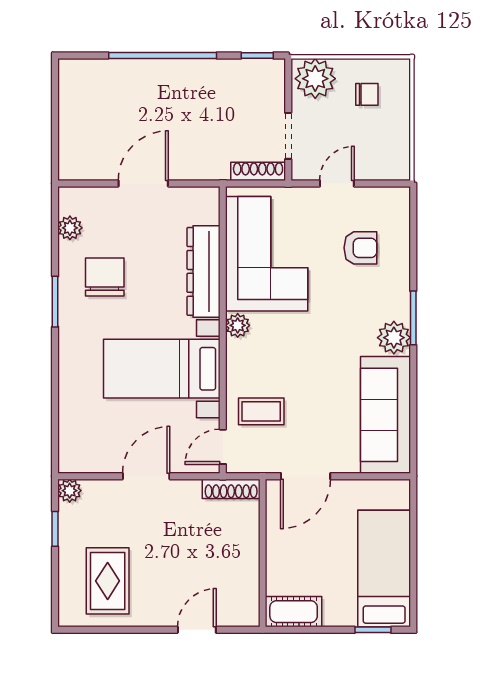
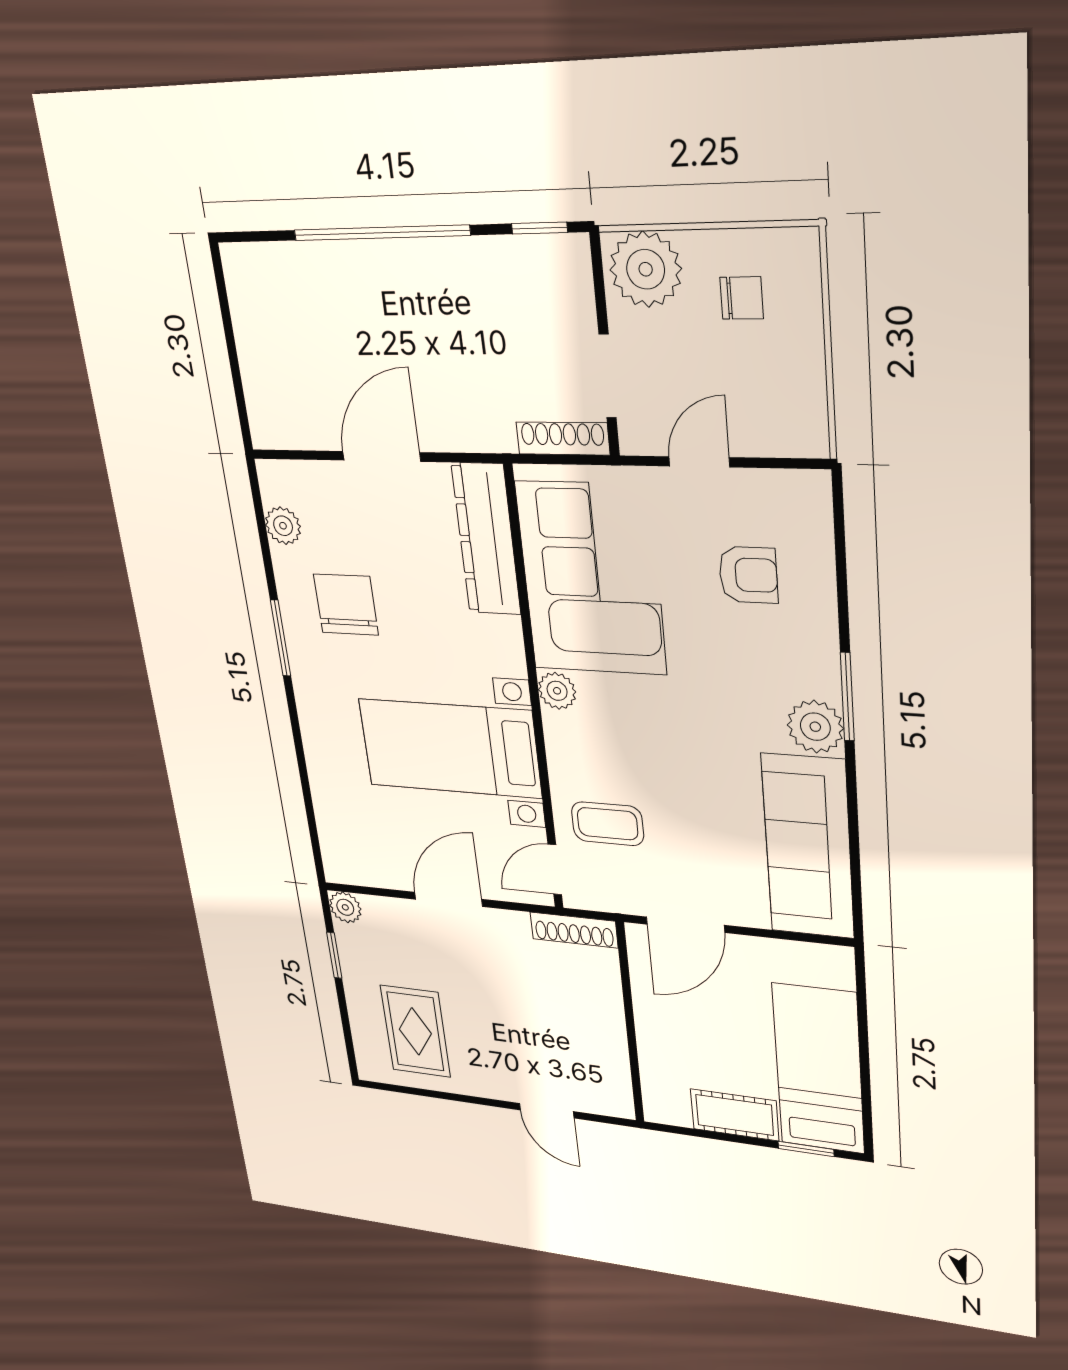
dresser: (204, 271) -> (486, 539), moved
cot: (294, 612) -> (735, 1115), moved
door: (197, 630) -> (547, 1111), swing flipped

